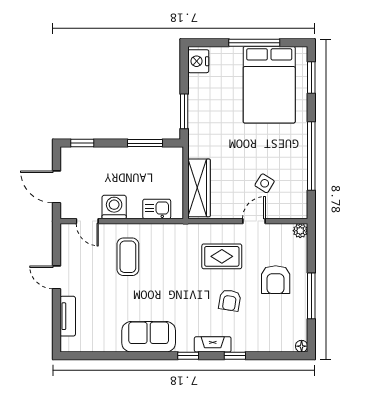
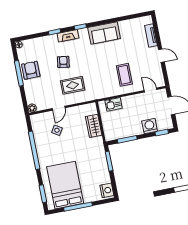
wardrobe: (199, 188) -> (94, 126), width x0.67
washing machine: (114, 207) -> (150, 126), moved, turned 180
armchair: (276, 280) -> (31, 70), moved

